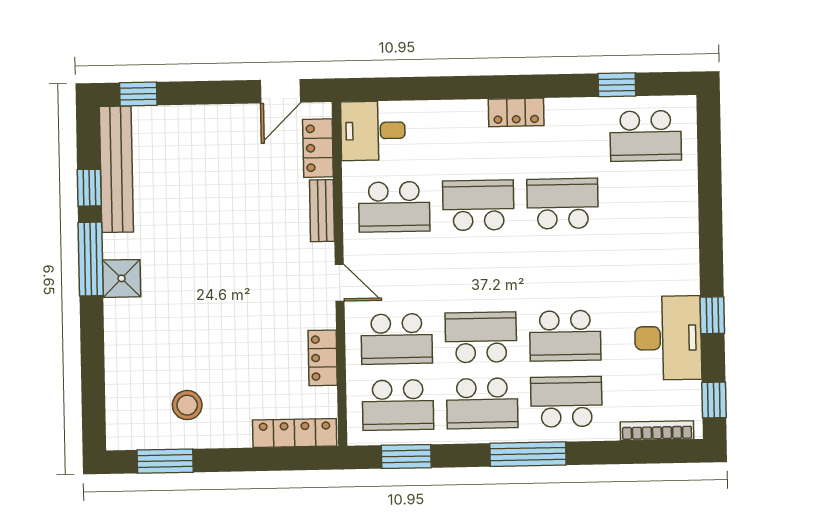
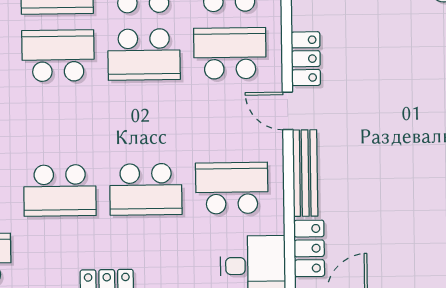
bench: (322, 211) -> (305, 173), width x1.36
locker: (323, 358) -> (306, 59), moved

